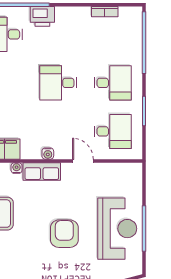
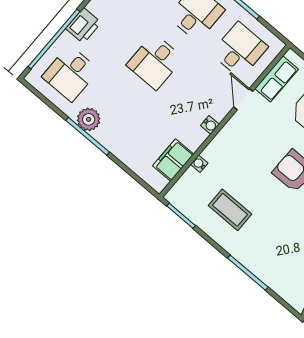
door: (83, 161) -> (243, 99), hinge flipped
row of seats: (42, 172) -> (277, 79), moved

